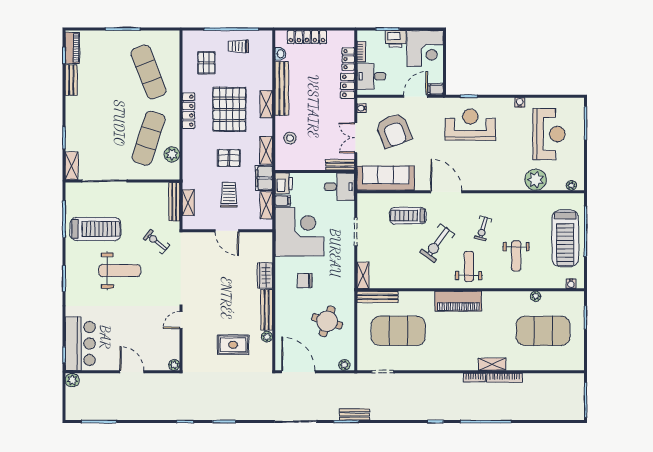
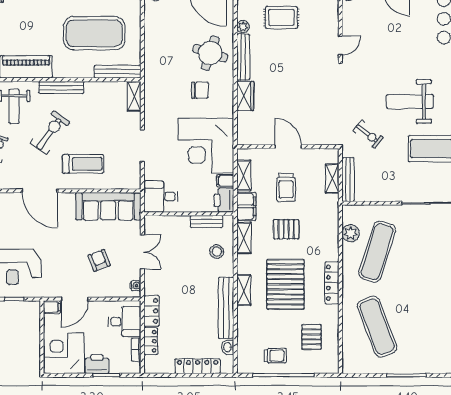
armchair: (394, 130) -> (99, 260), width x0.53, depth x0.53
bench: (340, 165) -> (207, 221), moved
bench: (427, 283) -> (61, 87), added
round table: (327, 321) -> (210, 53), moved

